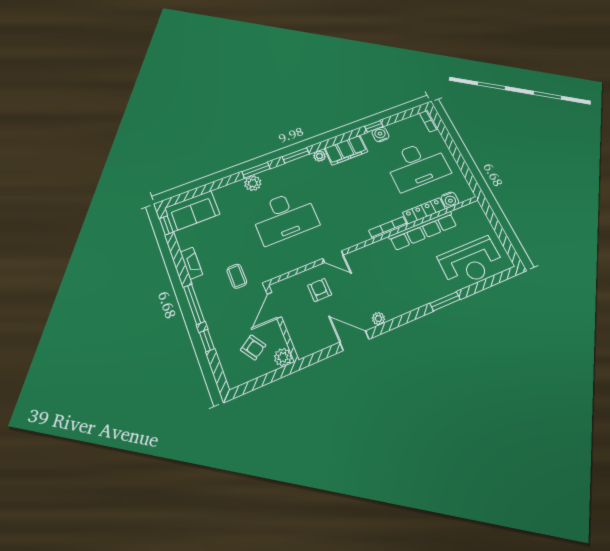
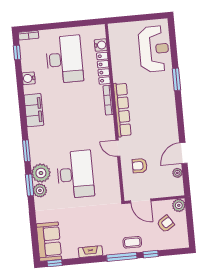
window: (374, 126) -> (17, 52), moved
plant: (320, 156) -> (41, 173), moved, width x1.88, depth x1.88
row of seats: (423, 231) -> (122, 110), moved
door: (333, 257) -> (118, 148), swing flipped
coffee table: (237, 276) -> (132, 242), moved
plant: (378, 319) -> (177, 173), moved

